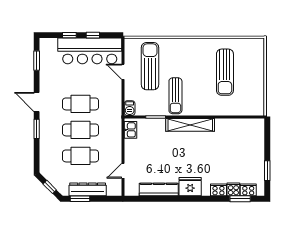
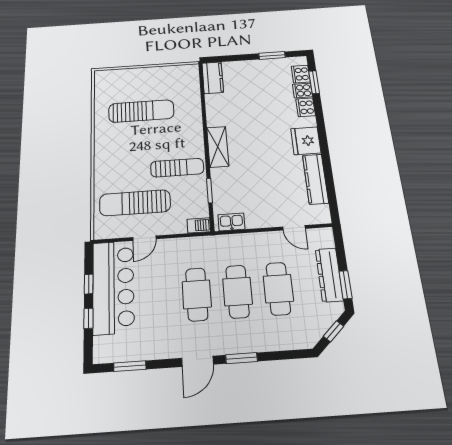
shelving: (190, 125) -> (218, 147), width x0.68
kitchen counter: (250, 125) -> (213, 78), added

